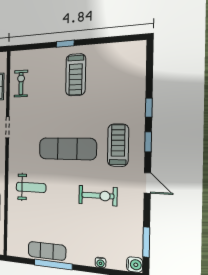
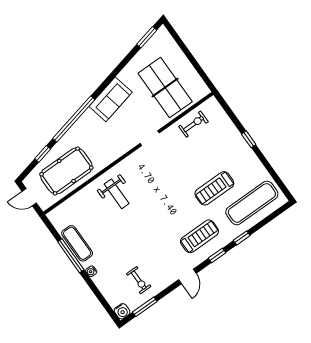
treadmill: (76, 75) -> (214, 188), moved
exercise mat: (67, 149) -> (252, 203), moved, turned 90
exercise bike: (98, 196) -> (139, 280), moved, width x0.73, depth x0.72
water cooler: (101, 263) -> (91, 271), moved

